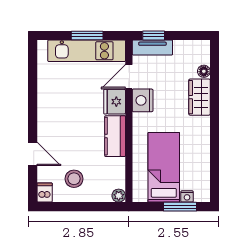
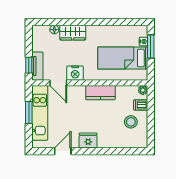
fridge: (115, 102) -> (88, 141), moved, turned 180
door: (33, 154) -> (63, 151), moved
dishwasher: (45, 193) -> (141, 105), moved

